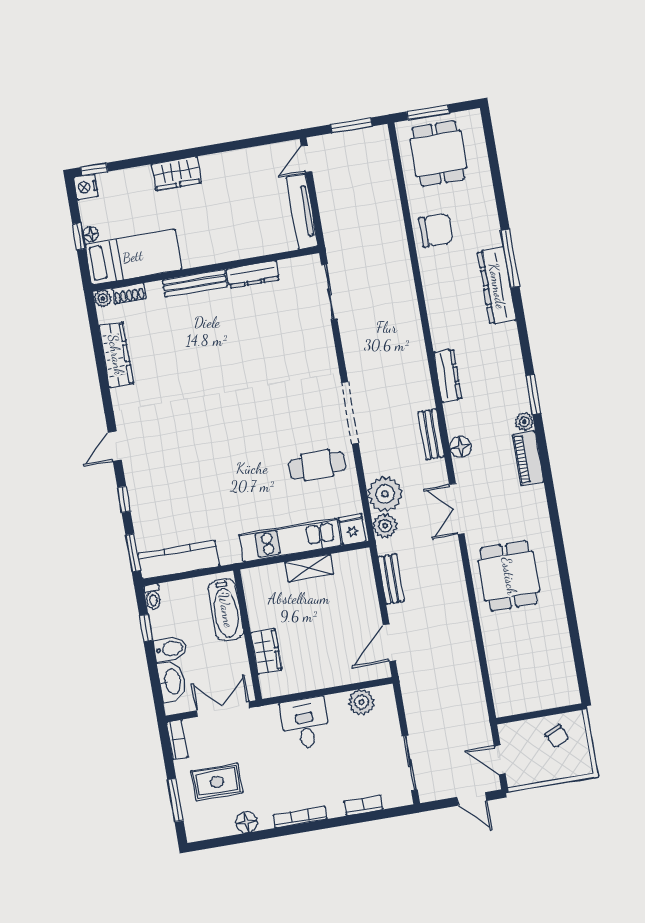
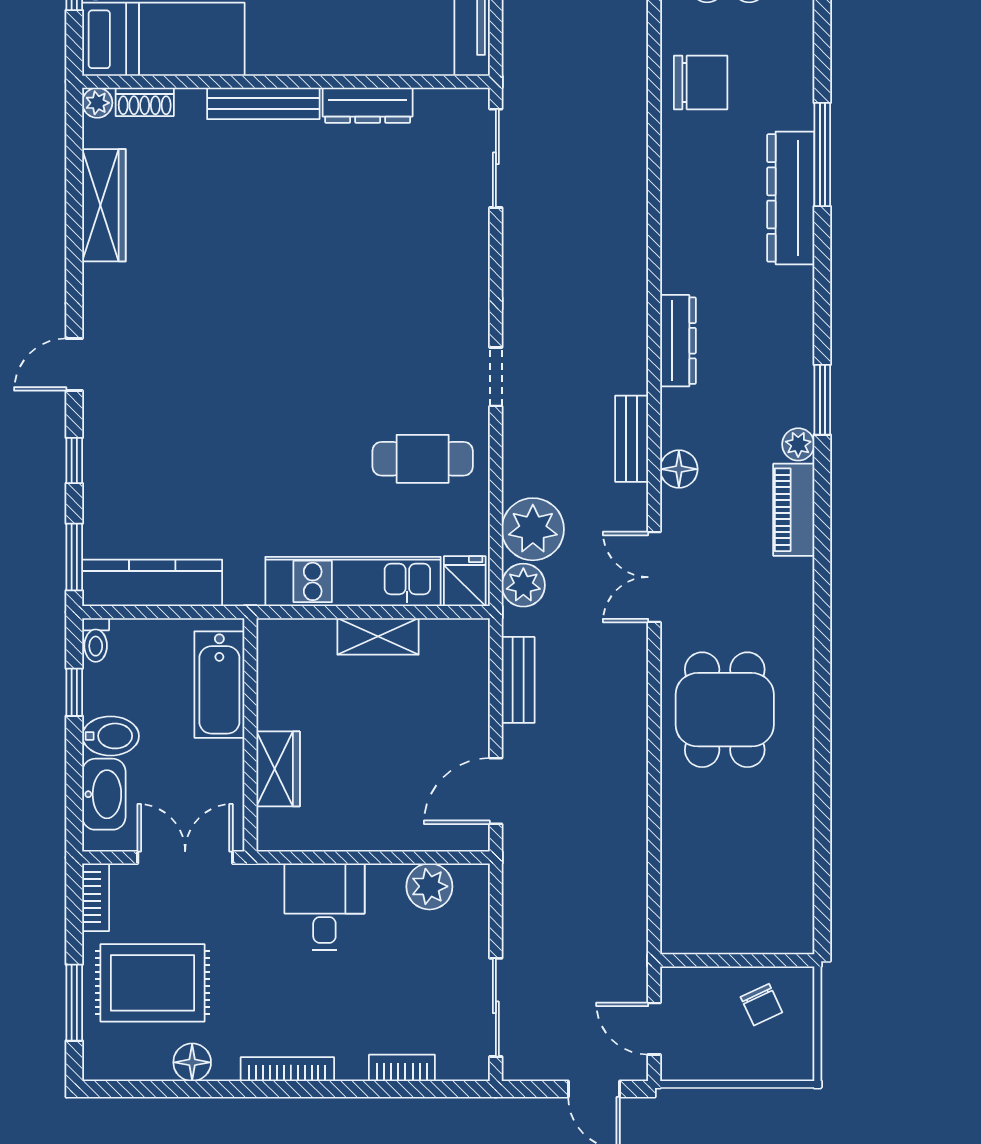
doorway: (350, 413) -> (496, 377), width x0.53
rug: (217, 782) -> (153, 983), width x1.36, depth x1.43

